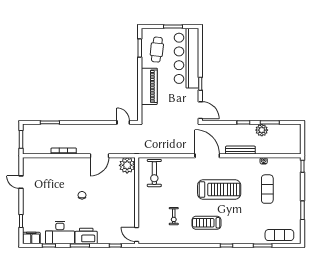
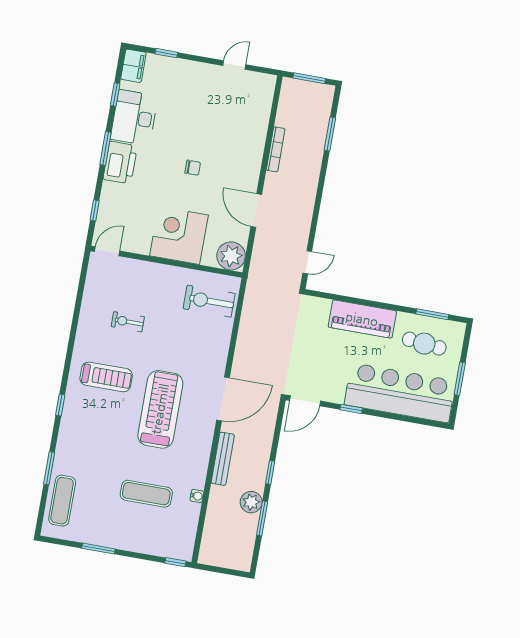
treadmill: (219, 189) -> (160, 409), turned 180
corner desk: (121, 196) -> (179, 235), added
treadmill: (206, 223) -> (106, 377), turned 90

